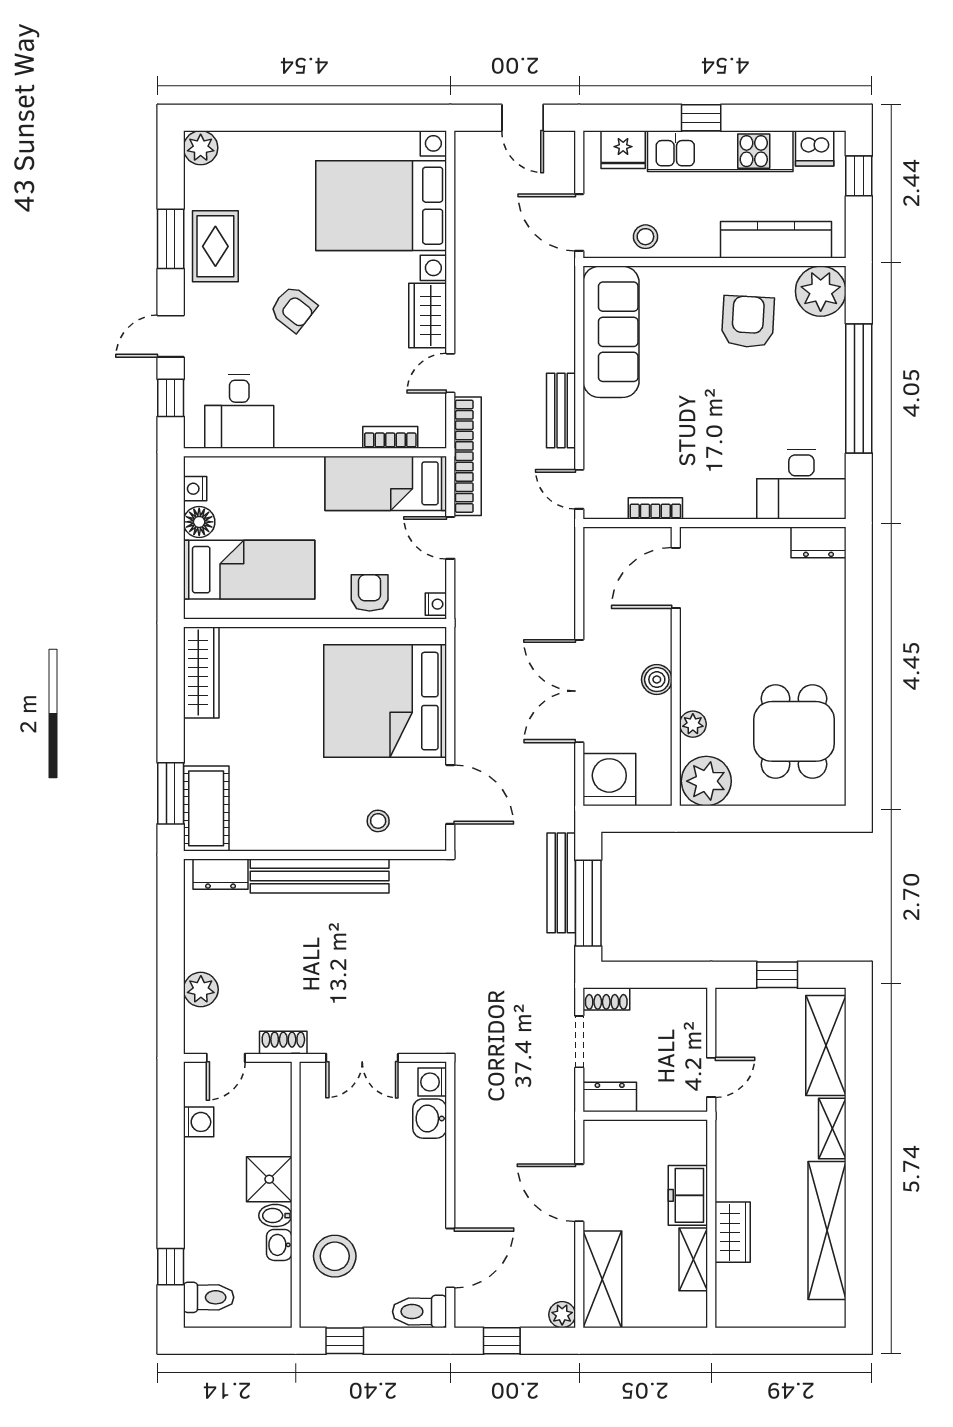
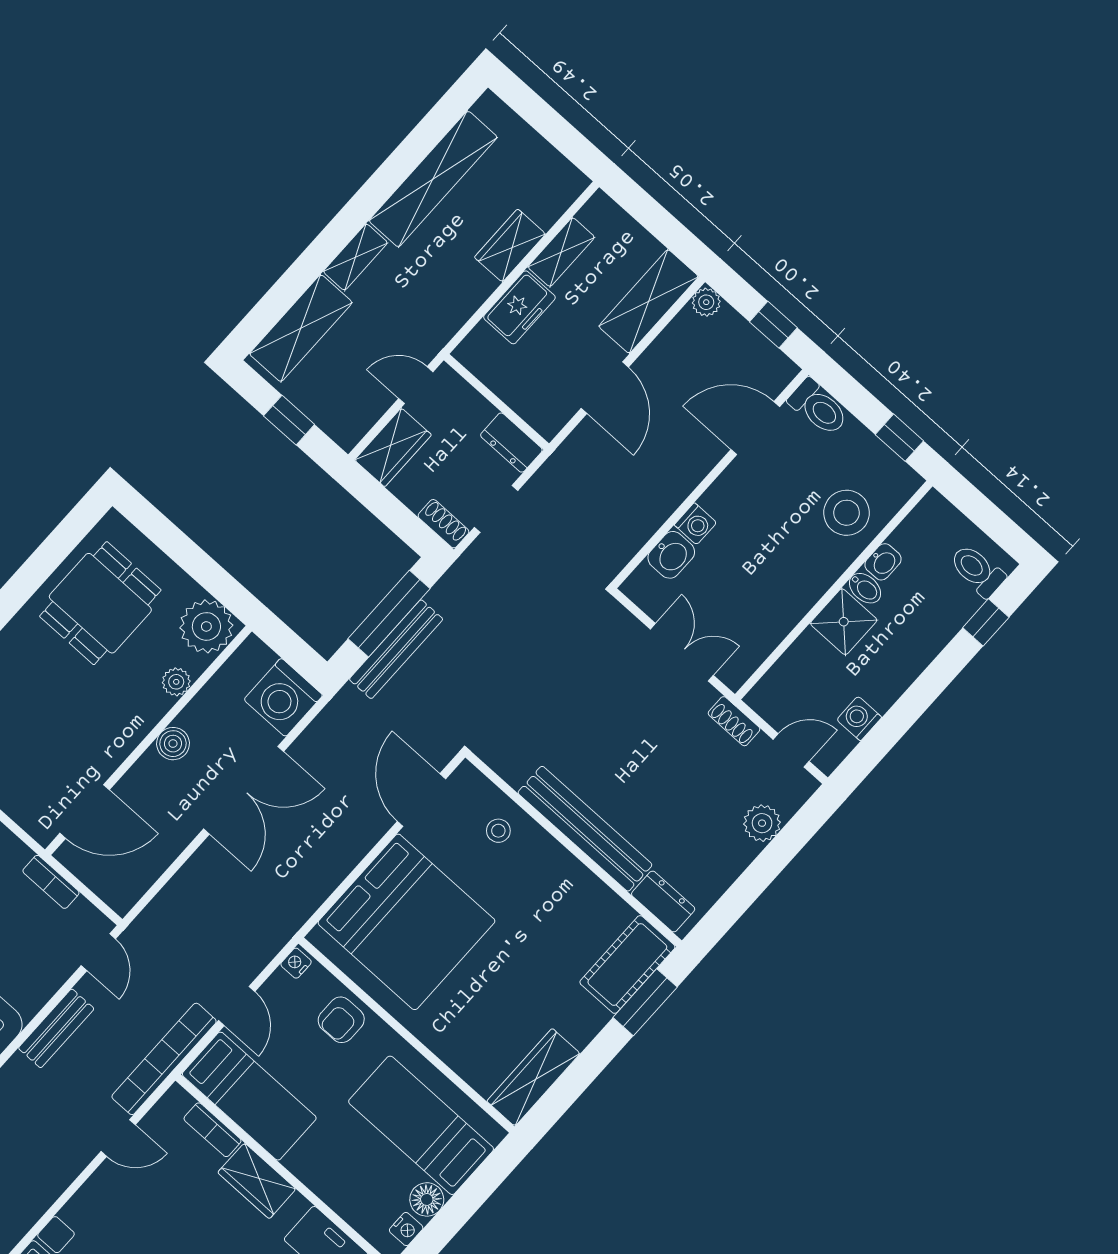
wardrobe: (428, 316) -> (257, 1181), moved, turned 90
wardrobe: (688, 1020) -> (393, 447), added
washing machine: (432, 1082) -> (695, 524), moved

